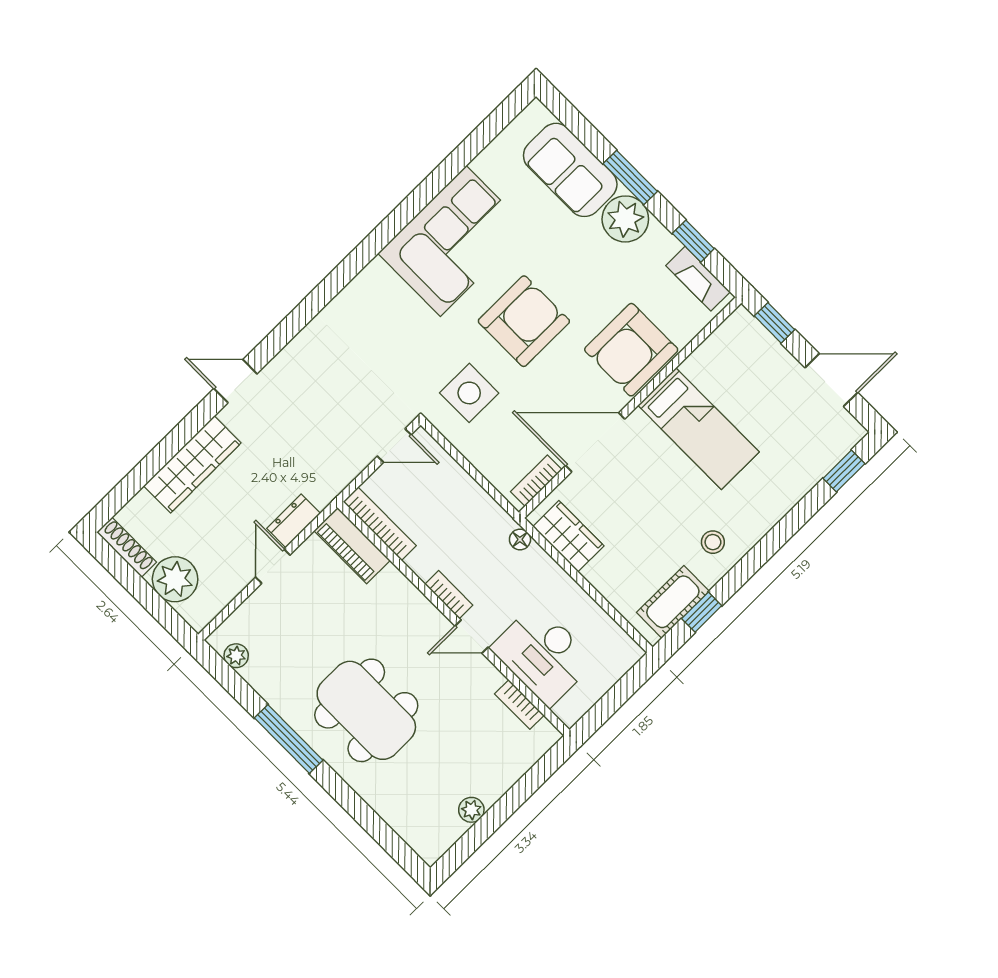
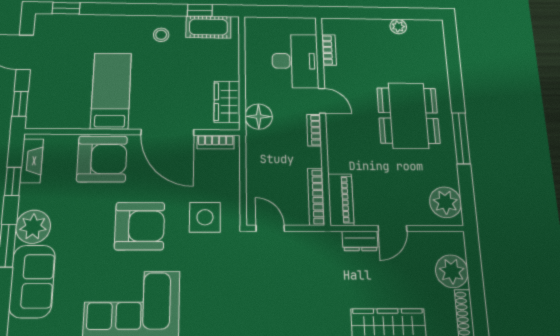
armchair: (524, 321) -> (140, 226), turned 180
floor lamp: (520, 539) -> (259, 117), width x1.89, depth x1.89
plant: (236, 656) -> (445, 202), width x1.87, depth x1.87

